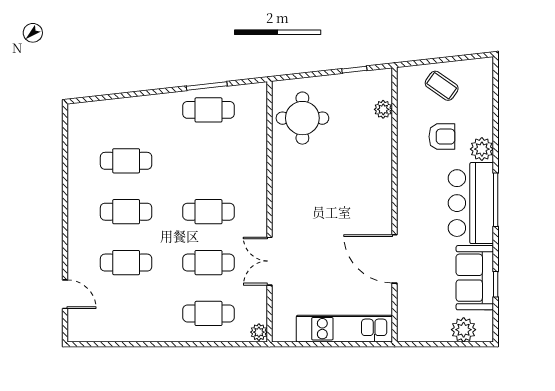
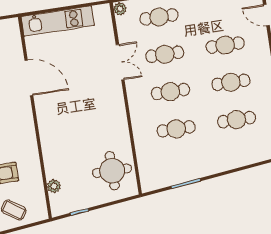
cafe table: (209, 110) -> (176, 129), moved

